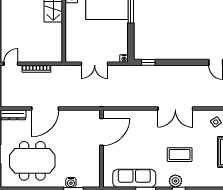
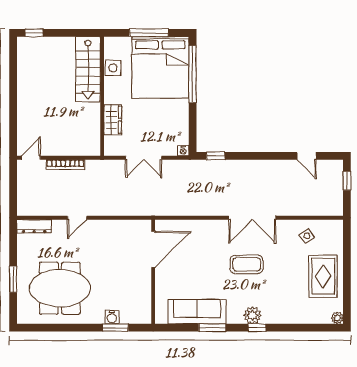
wardrobe: (71, 36) -> (113, 120), added
door: (45, 108) -> (77, 218), width x0.53
coffee table: (180, 155) -> (247, 264), moved

